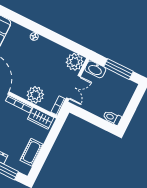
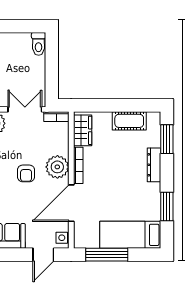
armchair: (31, 67) -> (26, 173), added
plant: (35, 95) -> (57, 167), moved

